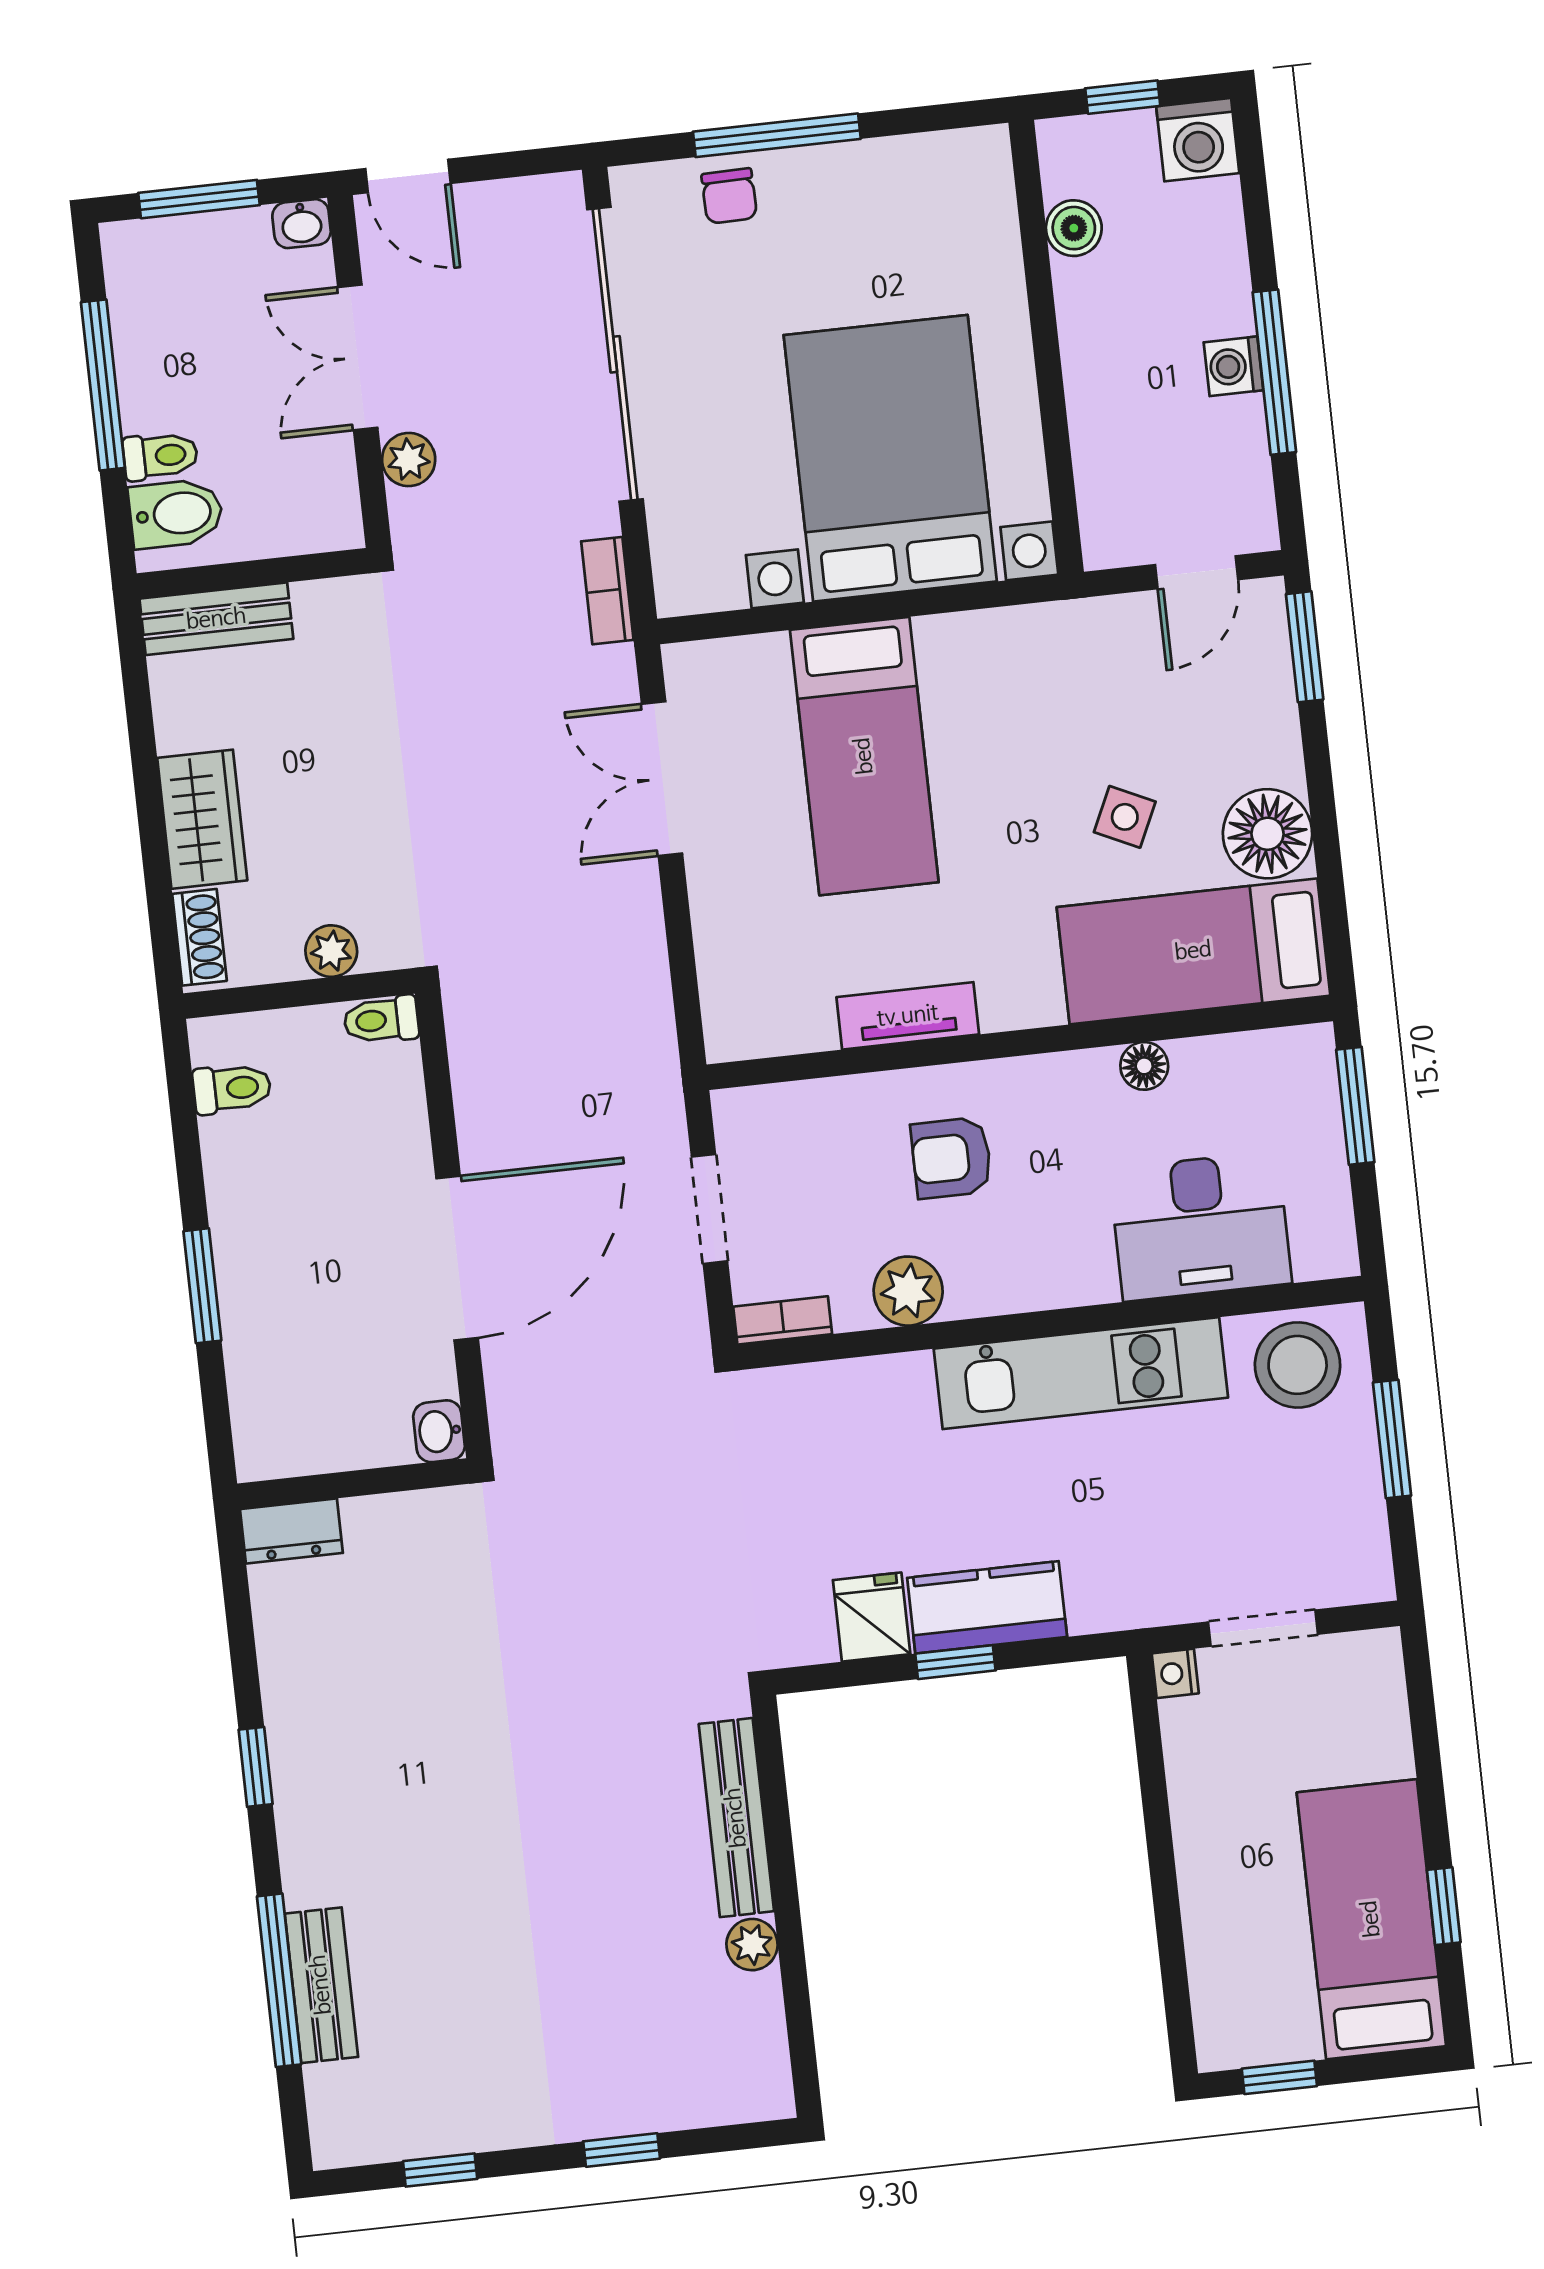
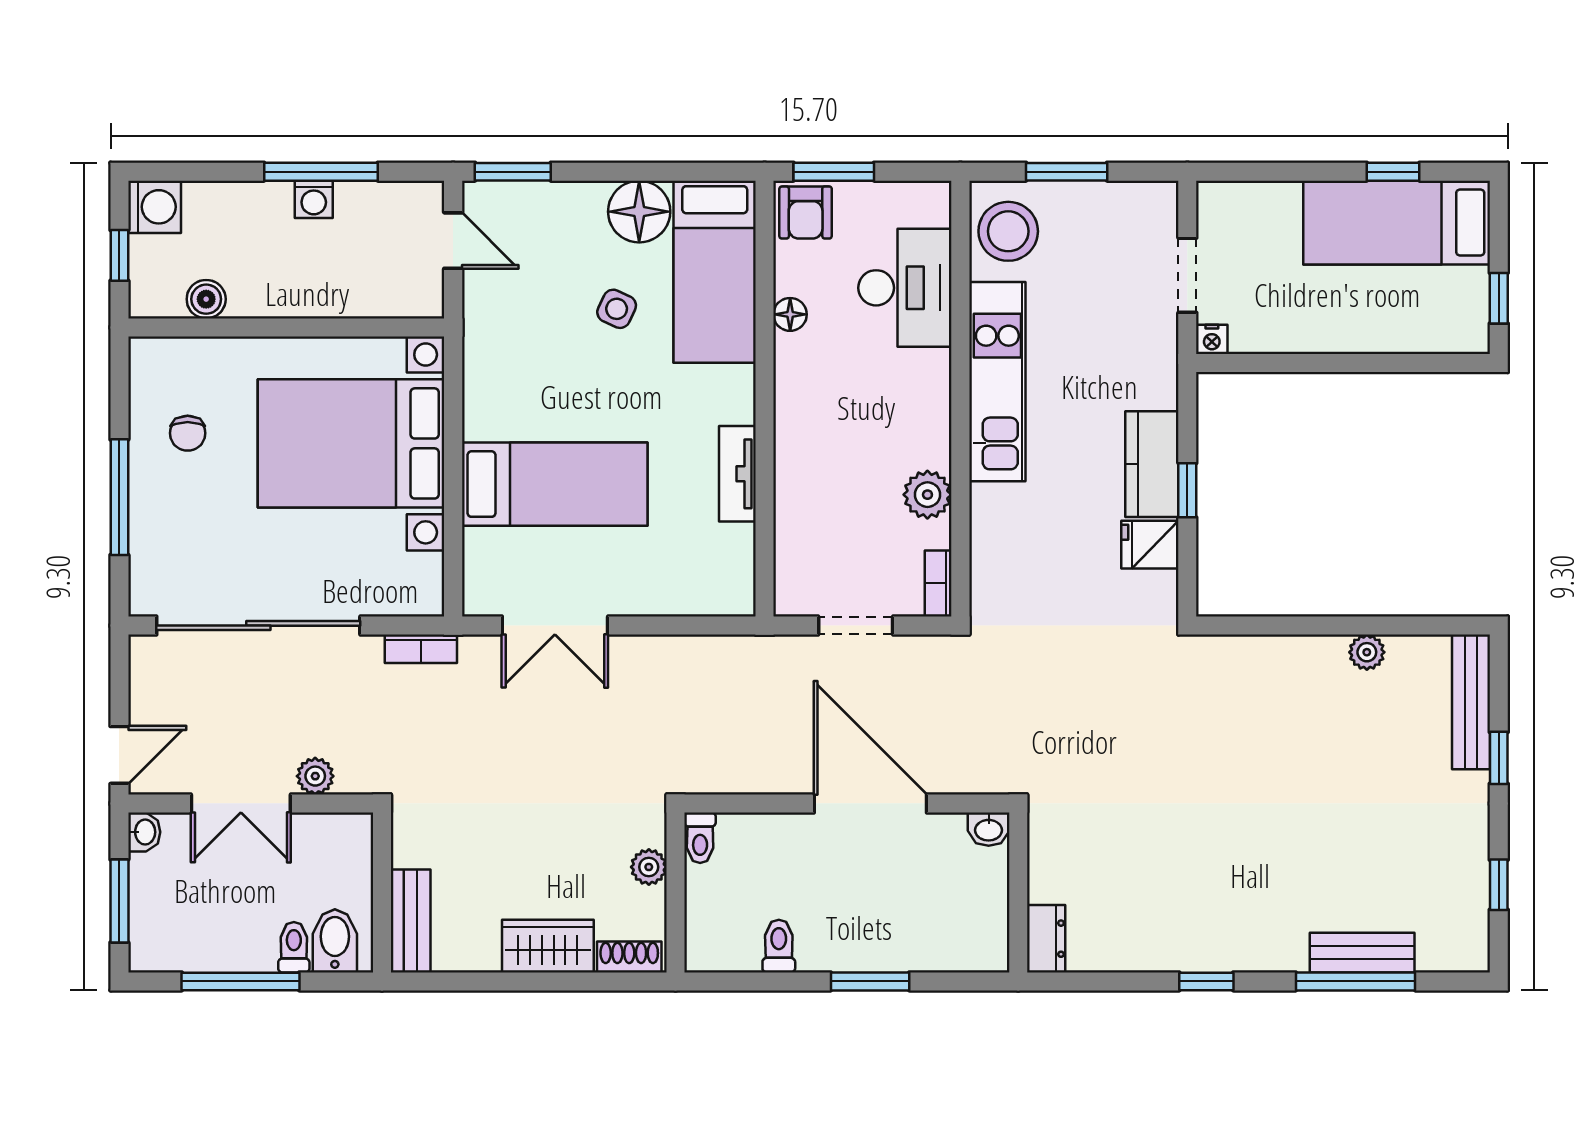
chair: (729, 196) -> (188, 433), moved, turned 91
toilet: (232, 1089) -> (779, 946), moved
armchair: (951, 1158) -> (806, 213), moved
bench: (736, 1818) -> (1471, 702), moved, turned 90

